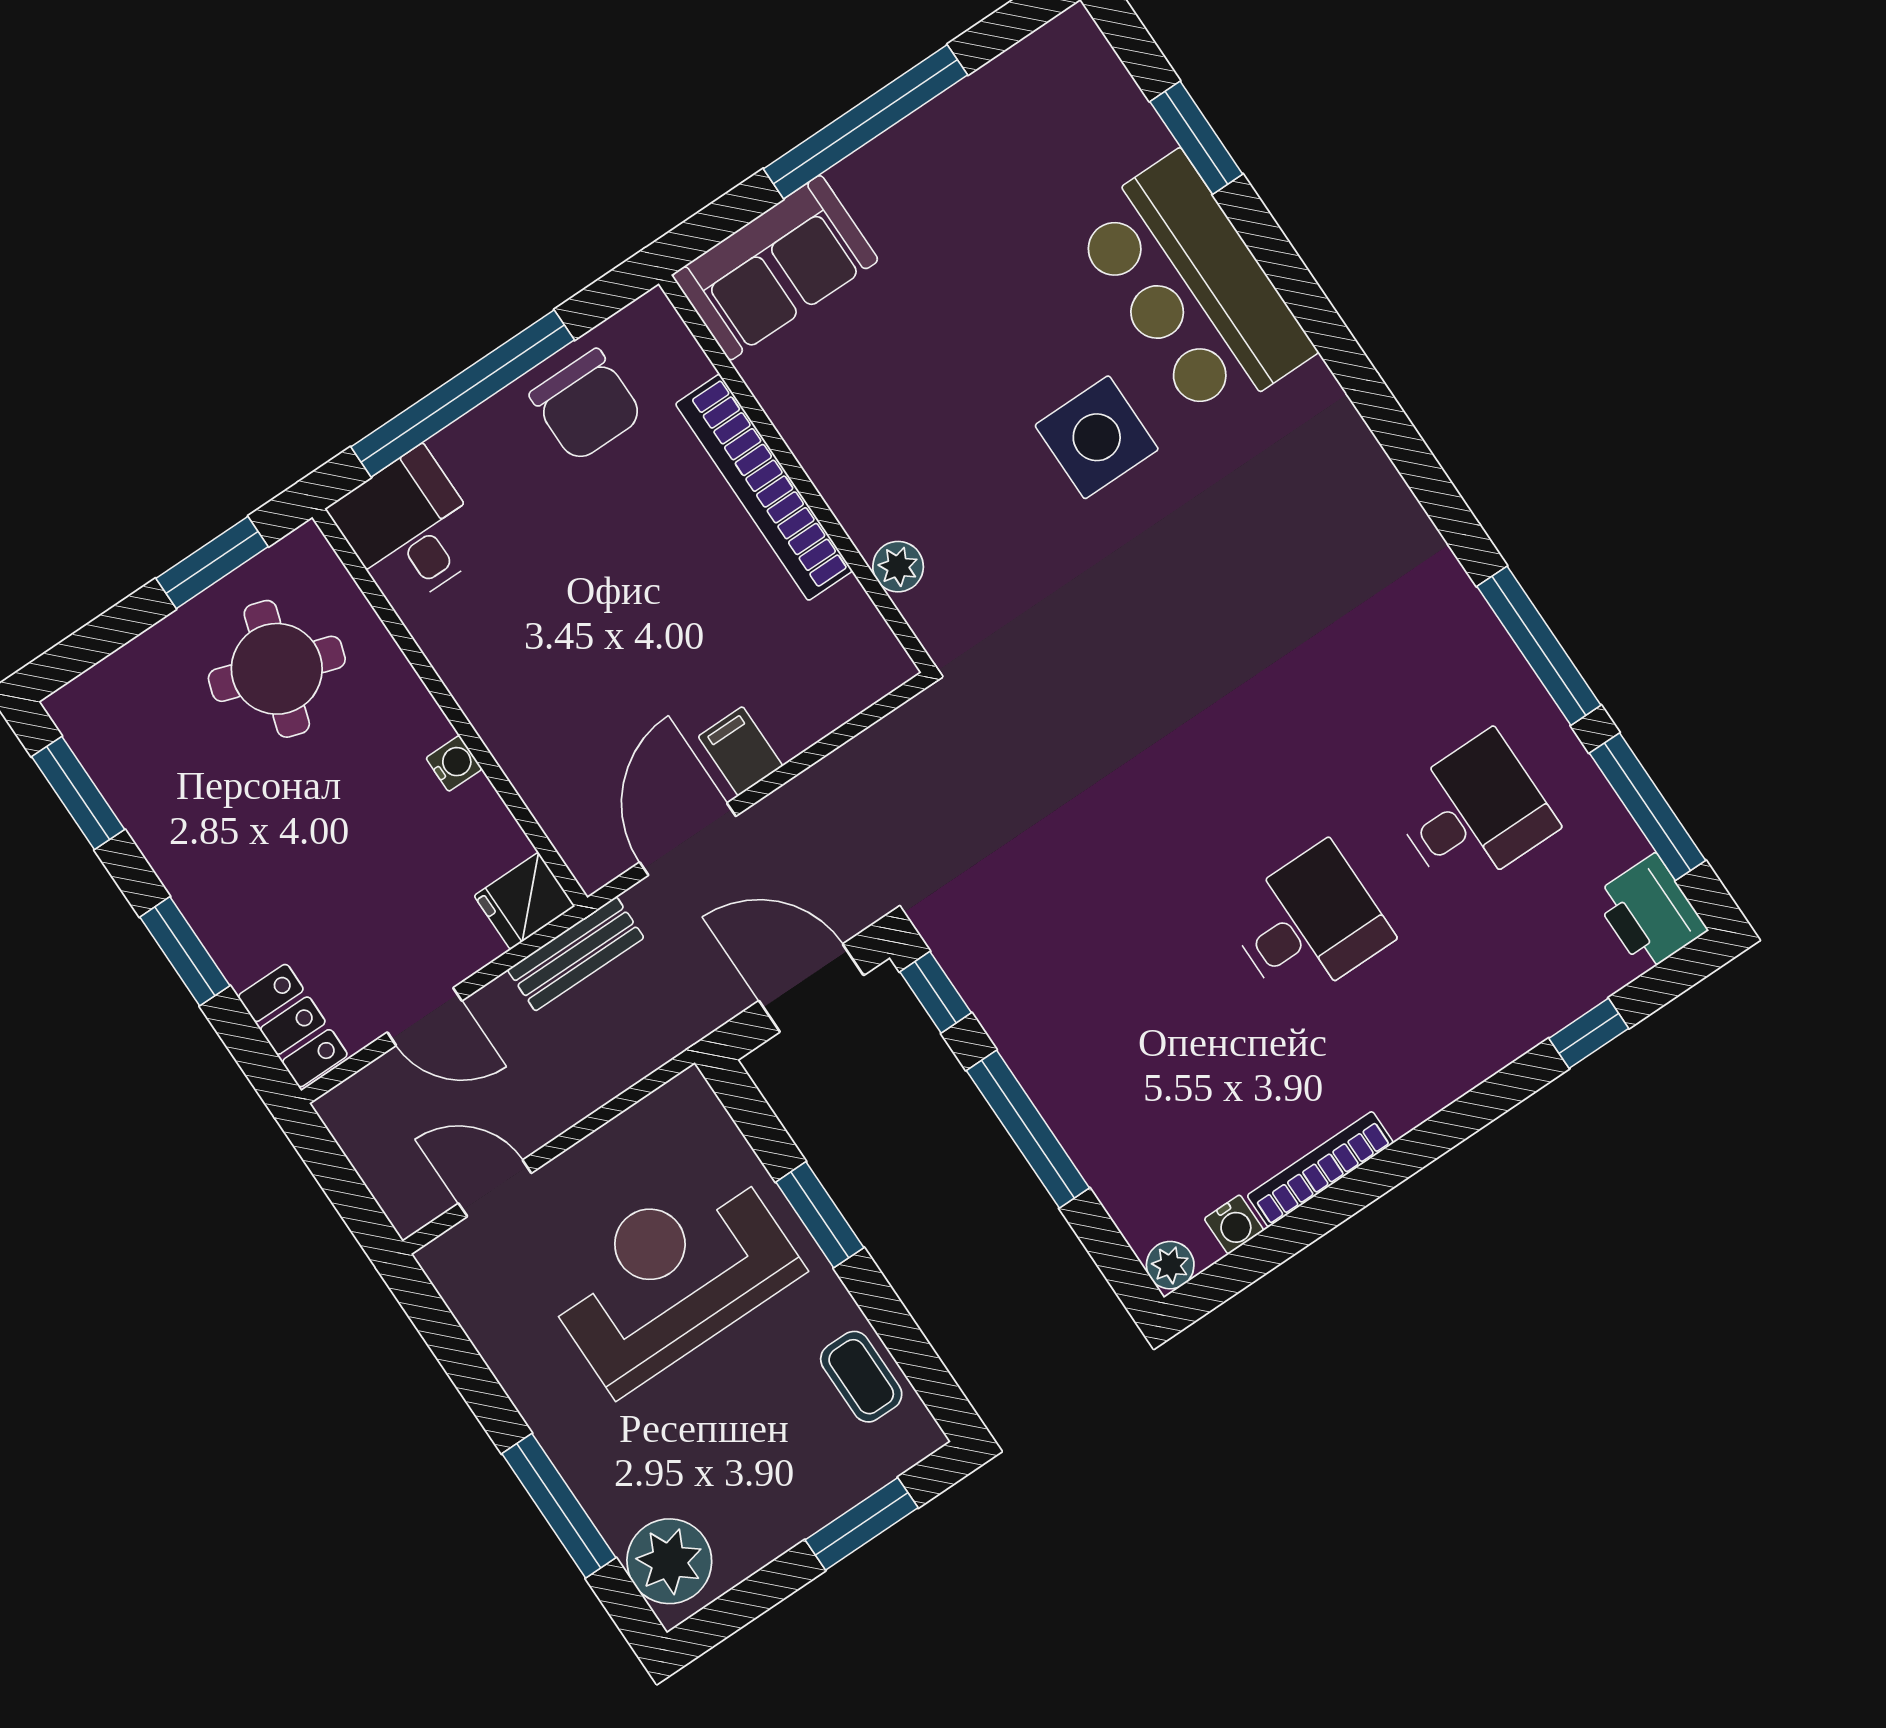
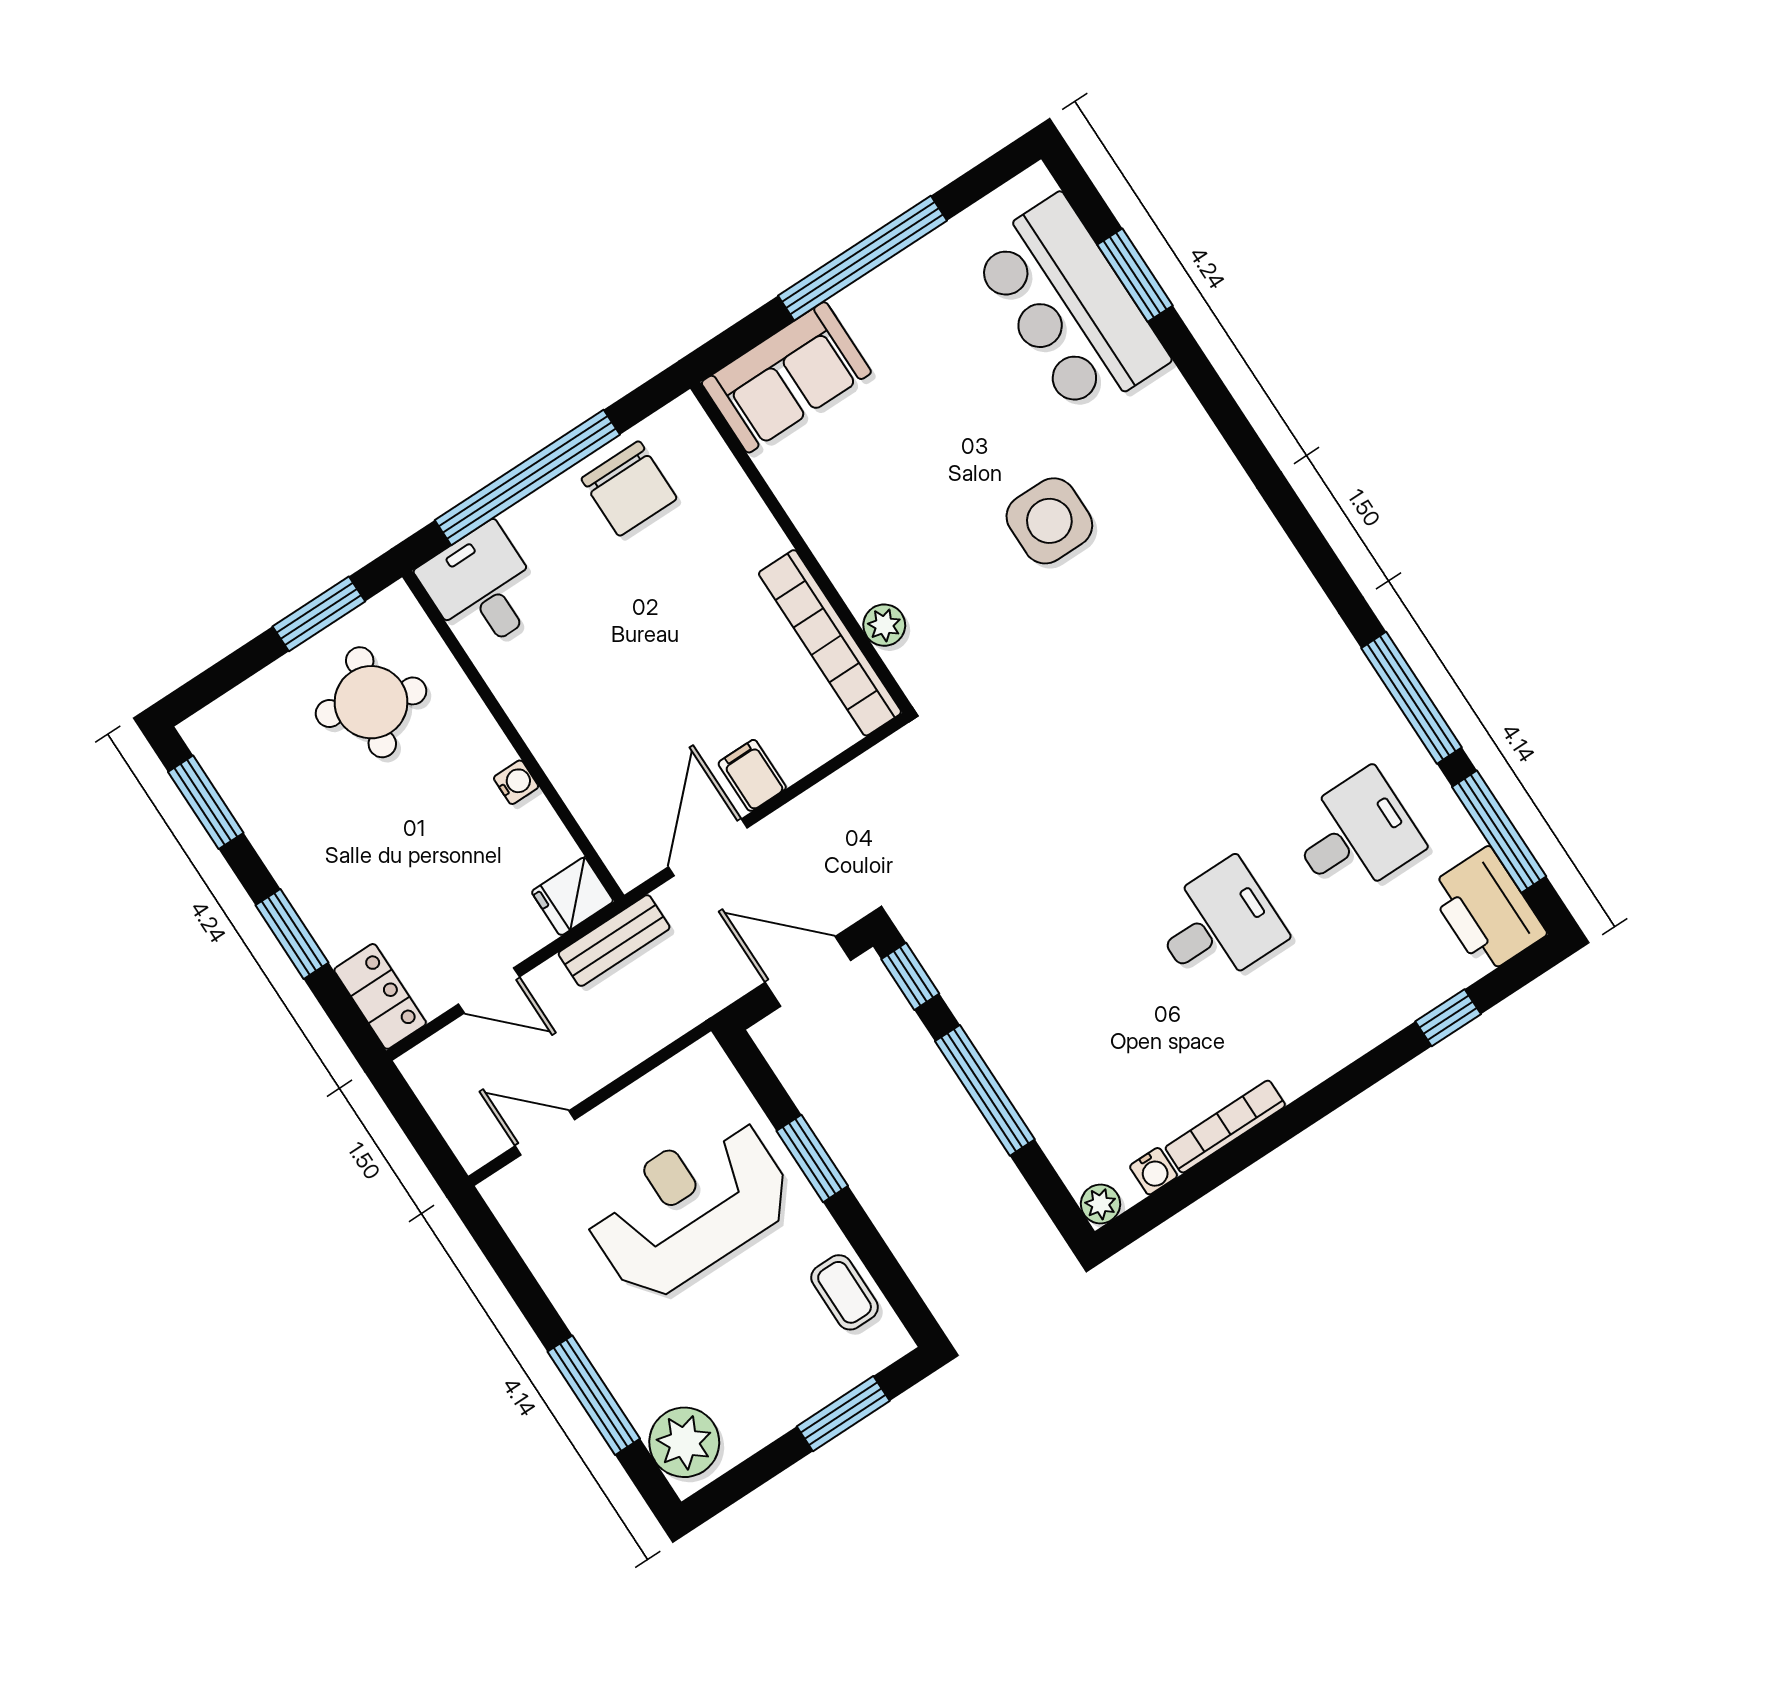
bar counter: (1193, 288) -> (1070, 306), moved
bookcase: (764, 487) -> (830, 643), moved
printer: (1650, 913) -> (1487, 910), width x1.37, depth x1.19

